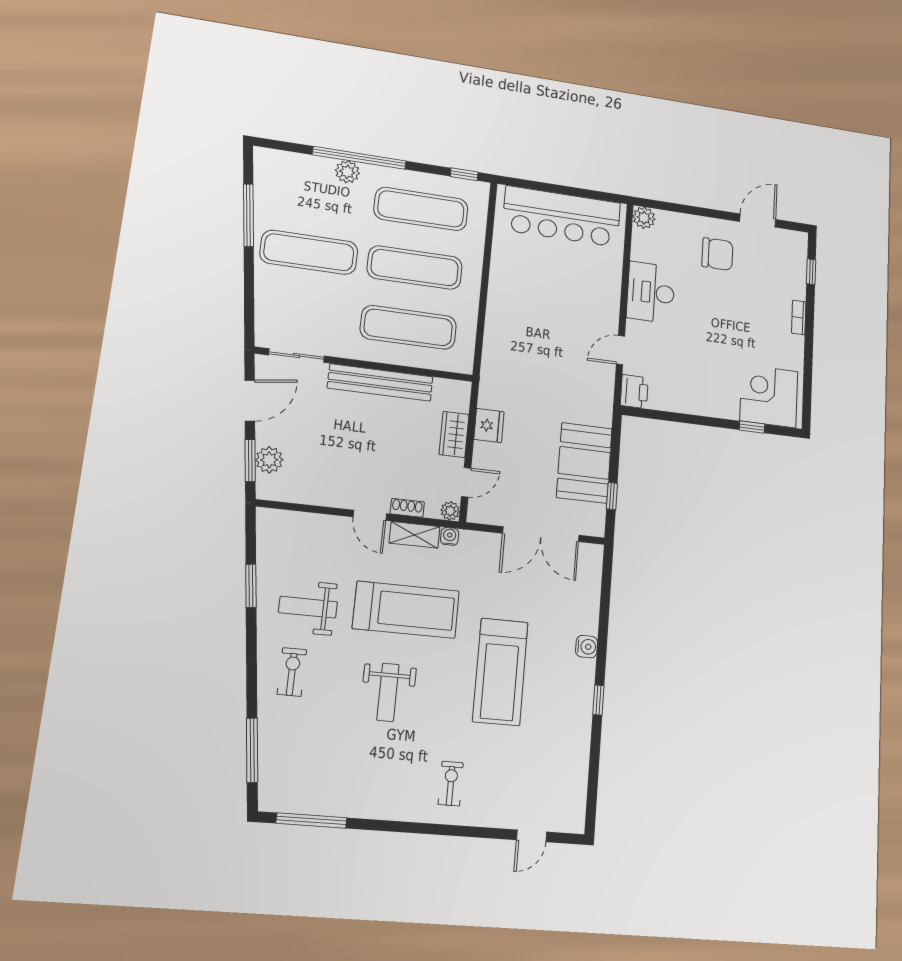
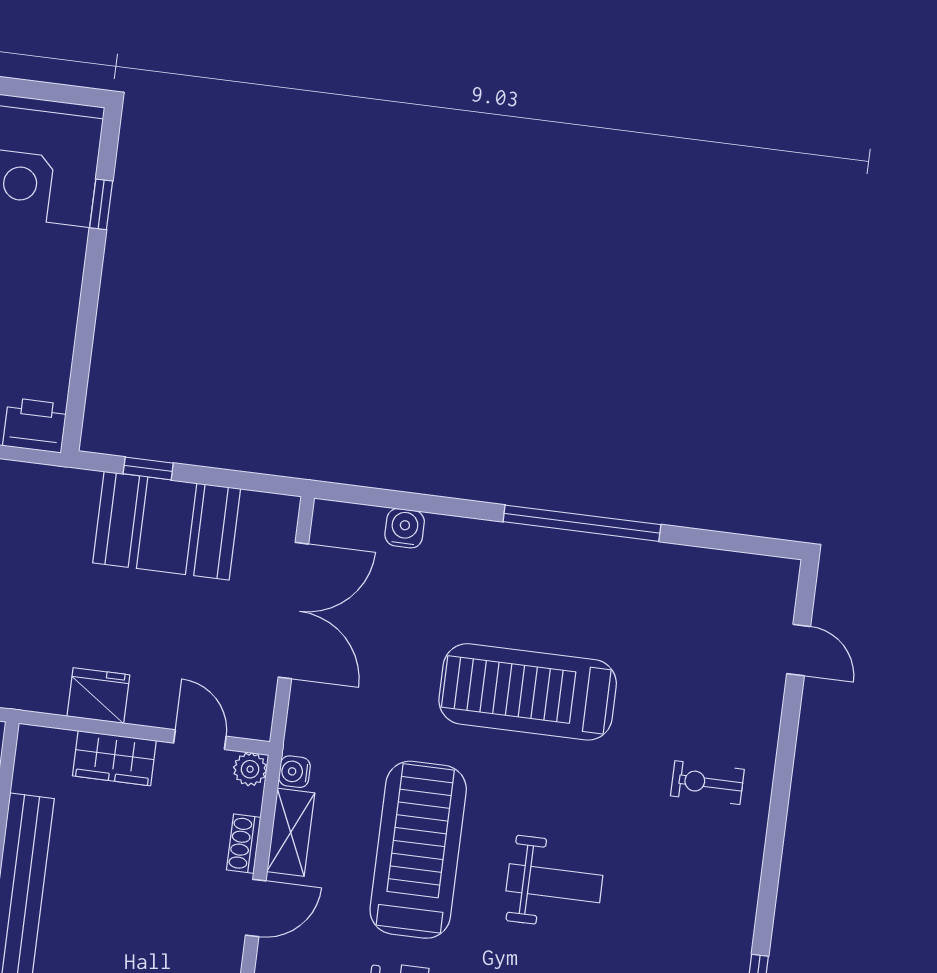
window: (612, 496) -> (148, 468), moved
water cooler: (587, 647) -> (405, 528), moved
treadmill: (500, 672) -> (528, 692), turned 180
window: (598, 700) -> (582, 523), width x3.17

